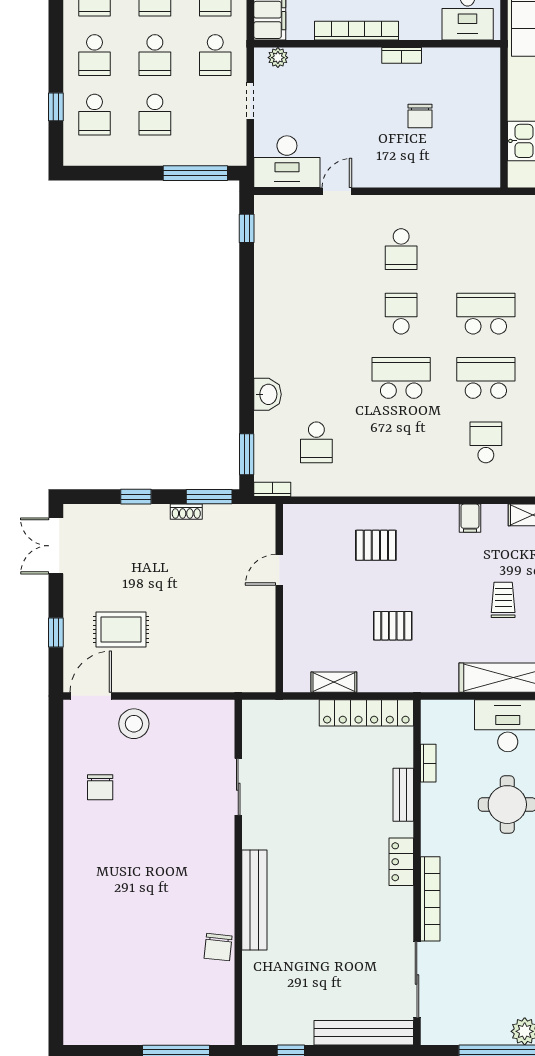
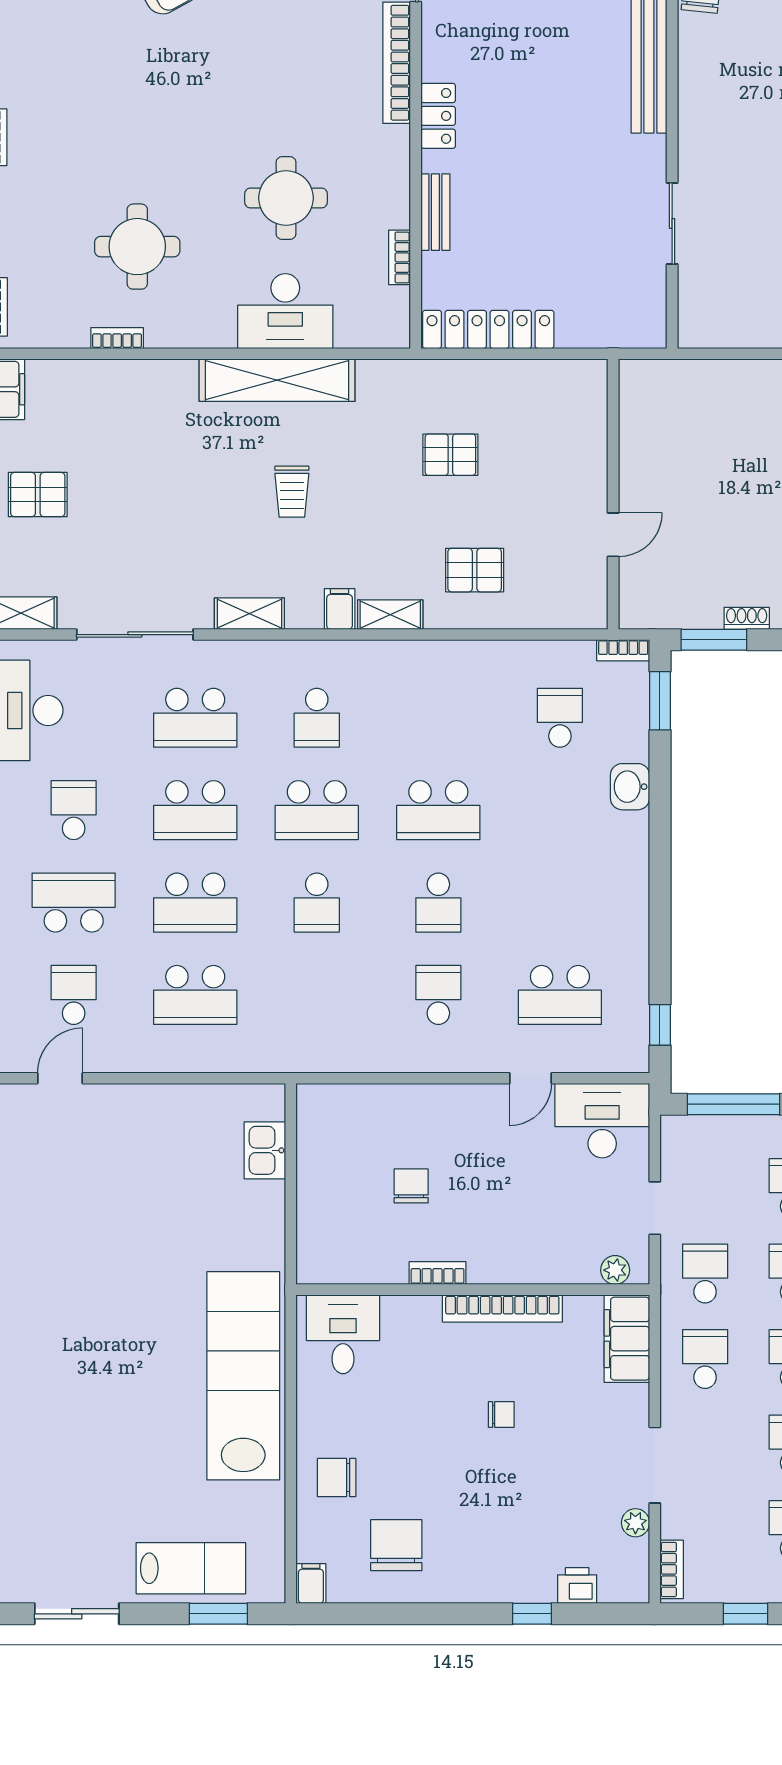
school desk: (316, 249) -> (560, 995), added
school desk: (486, 314) -> (317, 903), width x0.54
shelving: (334, 682) -> (390, 615), moved

